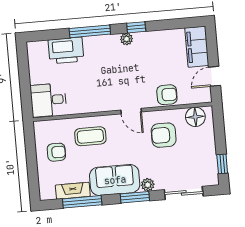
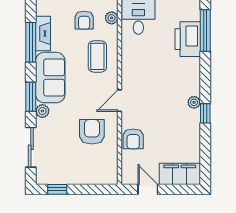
window: (90, 31) -> (205, 31), moved
floor lamp: (195, 117) -> (108, 166), removed
plant: (52, 126) -> (112, 18), added

